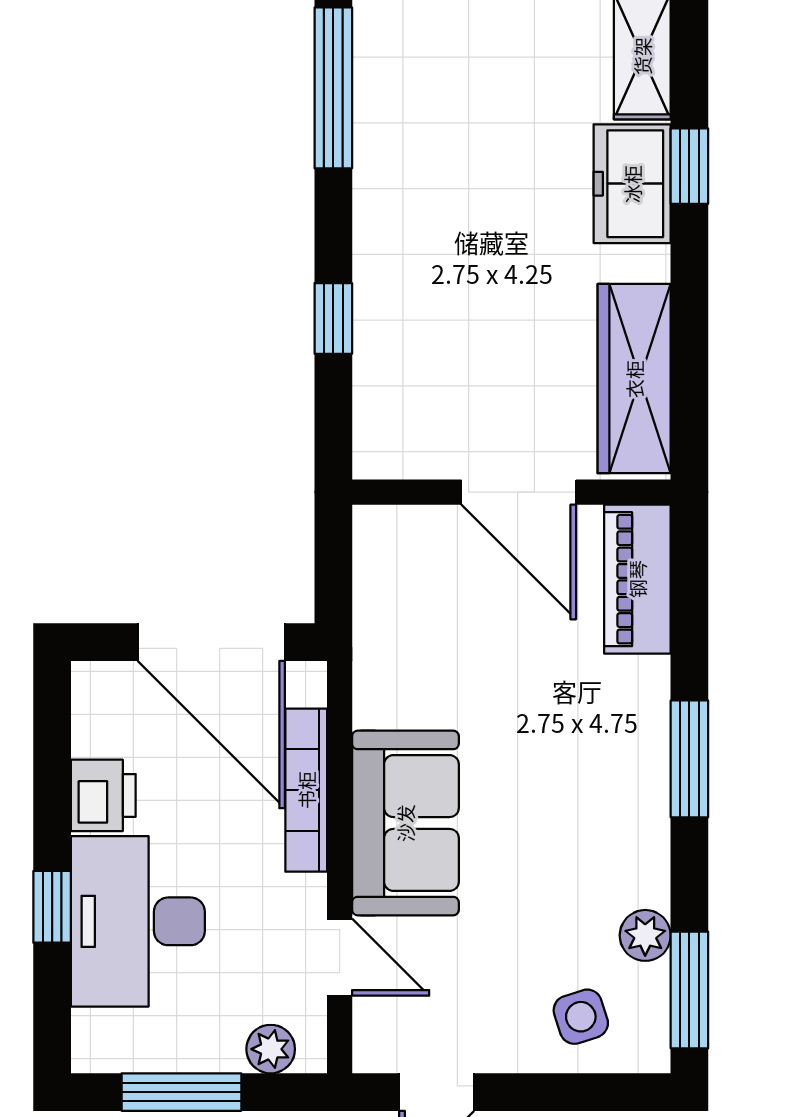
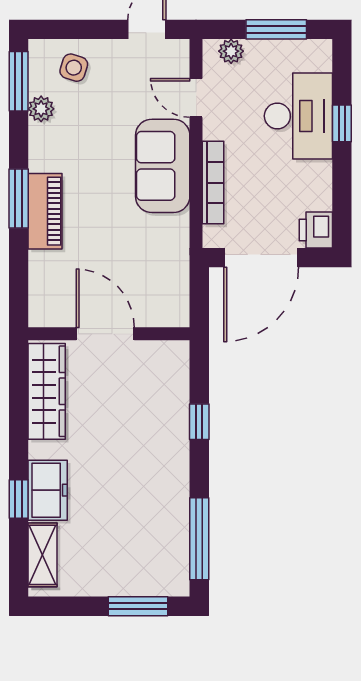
piano: (637, 579) -> (45, 211), moved
door: (211, 642) -> (261, 258), swing flipped
printer: (103, 795) -> (316, 230), moved
side table: (581, 1017) -> (74, 68), turned 35

